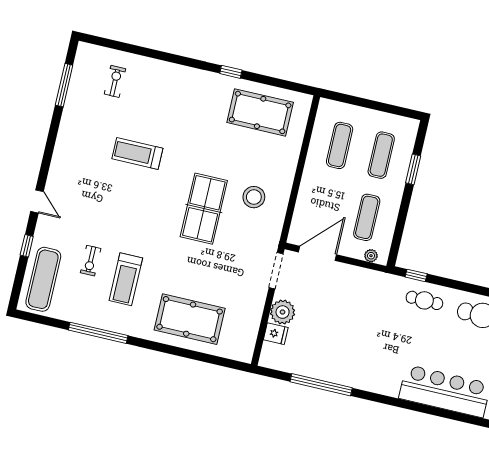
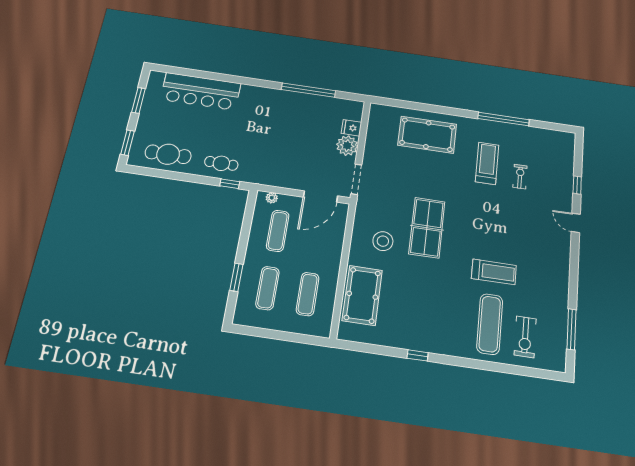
exercise bike: (115, 81) -> (525, 337), width x1.38, depth x1.39
pool table: (260, 112) -> (362, 295), moved, turned 90
exercise mat: (43, 279) -> (490, 324), moved

